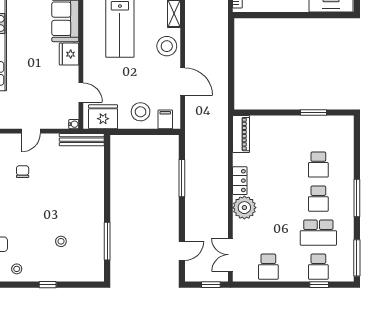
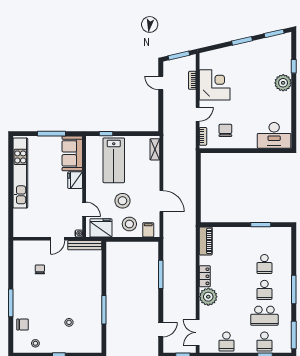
stool: (167, 46) -> (122, 201), moved
door: (31, 131) -> (58, 239), moved
window: (107, 241) -> (104, 310), moved

